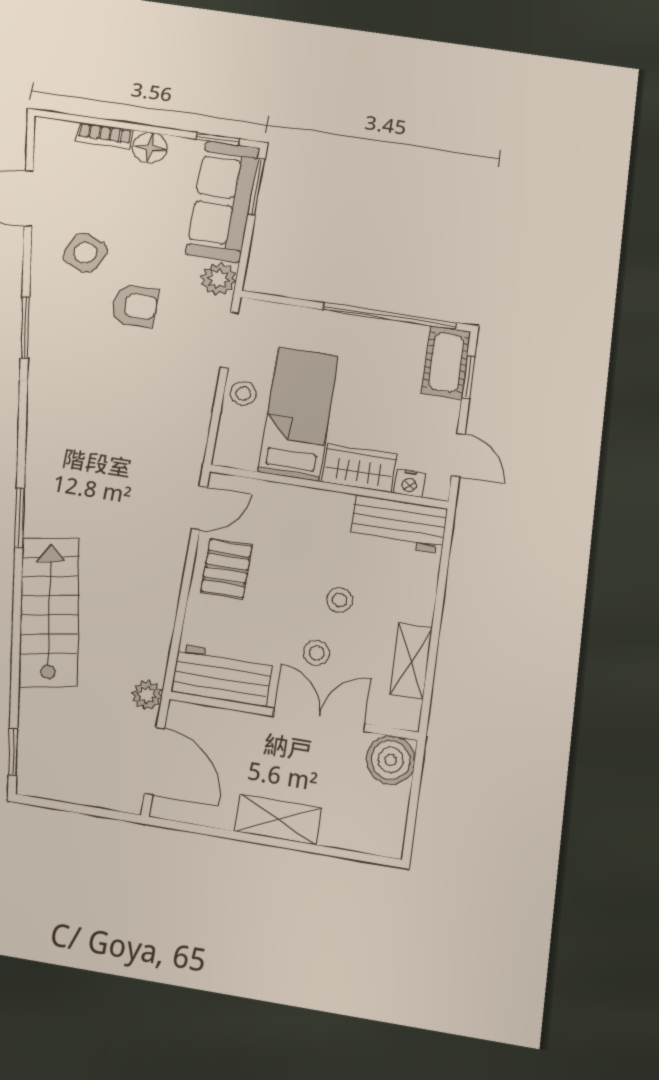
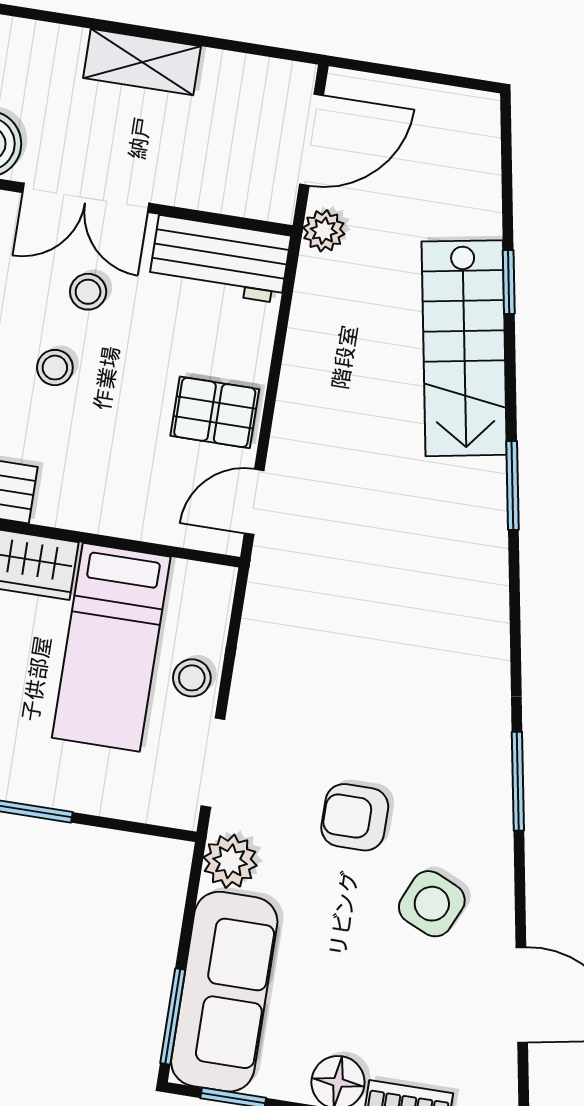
pallet: (227, 568) -> (215, 412), turned 90
window: (13, 752) -> (509, 282), moved
door: (155, 761) -> (312, 140), swing flipped

